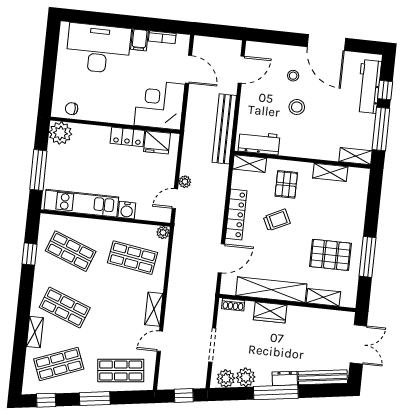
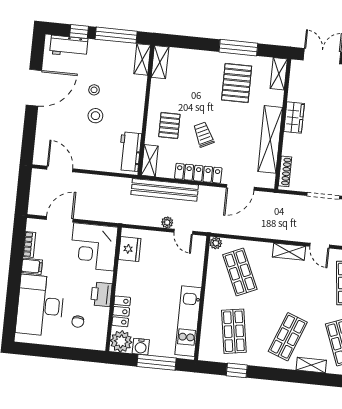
stool: (293, 76) -> (94, 90), moved
workbench: (369, 86) -> (69, 46), width x0.73
chair: (72, 109) -> (78, 322), moved
printer: (110, 113) -> (101, 294), added
bench: (224, 129) -> (165, 190), moved
locker: (127, 137) -> (121, 311), moved
shelving: (330, 172) -> (160, 62), moved
pallet: (286, 184) -> (169, 126), turned 90
water cooler: (127, 210) -> (141, 347), moved, turned 90
shop shelf: (71, 251) -> (234, 331), turned -30
shop shelf: (133, 258) -> (240, 272), turned -33
door: (221, 258) -> (240, 187), swing flipped
shelving: (323, 297) -> (279, 74), moved
shoe rack: (233, 305) -> (285, 171), width x1.43
wardrobe: (270, 312) -> (294, 117), moved

